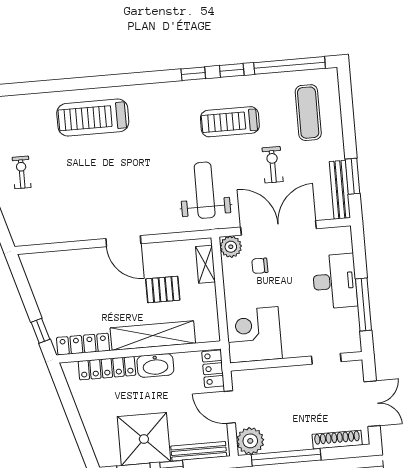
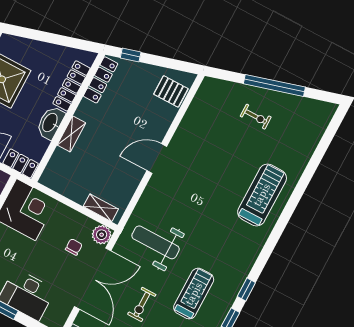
exercise bike: (273, 165) -> (142, 304), turned 90
weight bench: (205, 190) -> (156, 242), turned 180
pallet: (163, 289) -> (171, 91), moved, turned 90
shelving: (153, 336) -> (71, 134), width x0.45, depth x0.75

